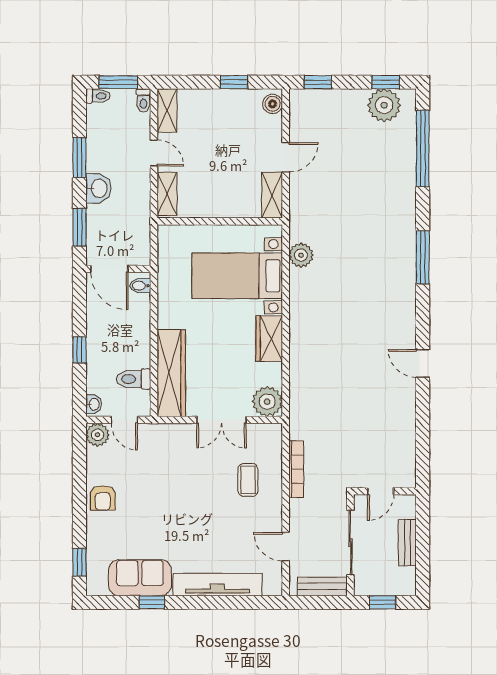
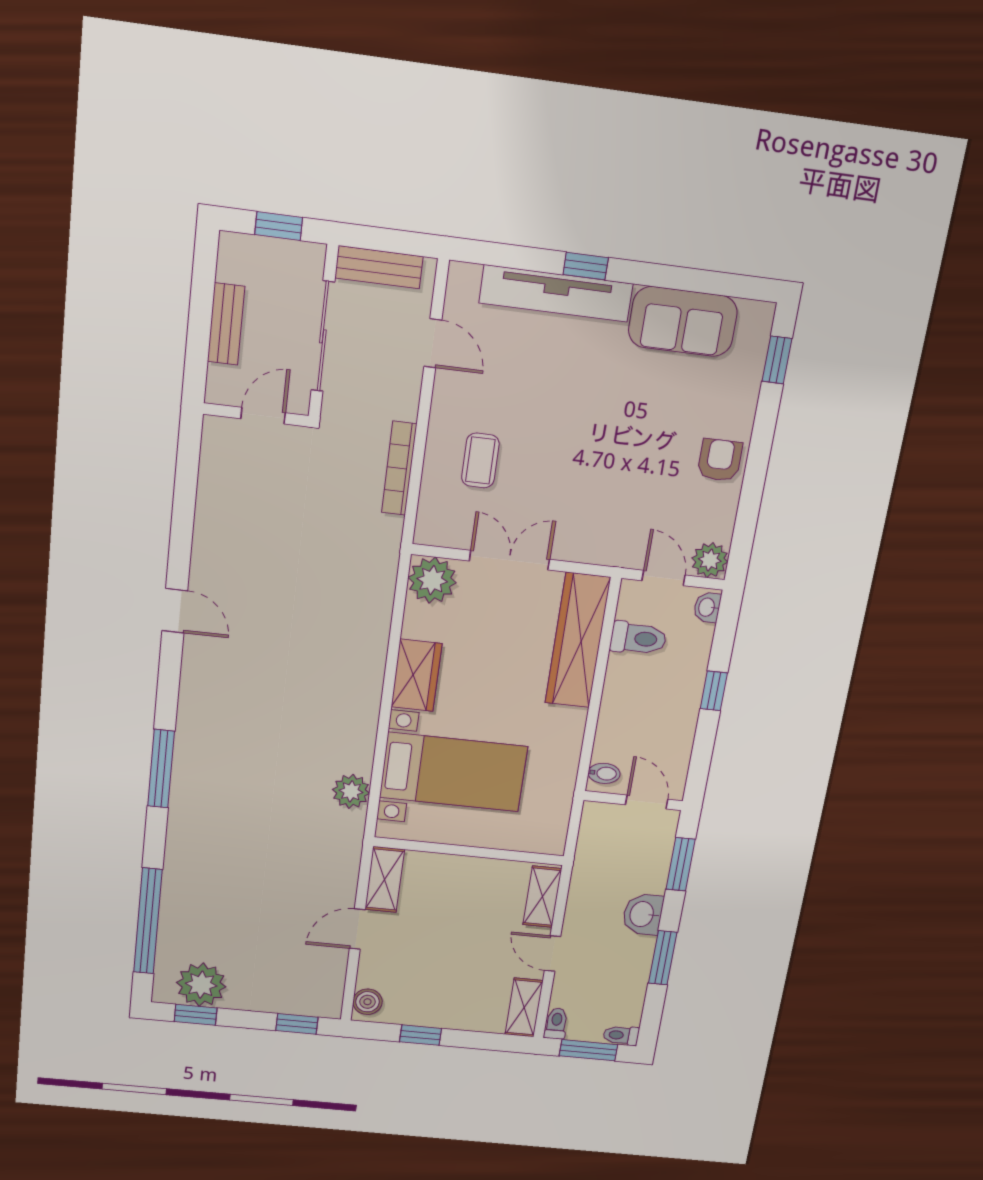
door: (109, 269) -> (647, 802), width x0.73
window: (152, 602) -> (586, 266), moved

